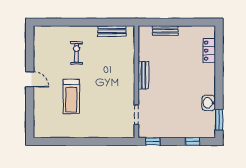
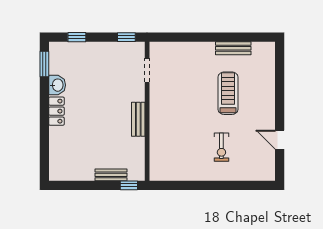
window: (151, 22) -> (129, 185), added
bench: (112, 31) -> (233, 48), moved
locker: (209, 51) -> (56, 111), moved
door: (30, 79) -> (280, 140), moved

